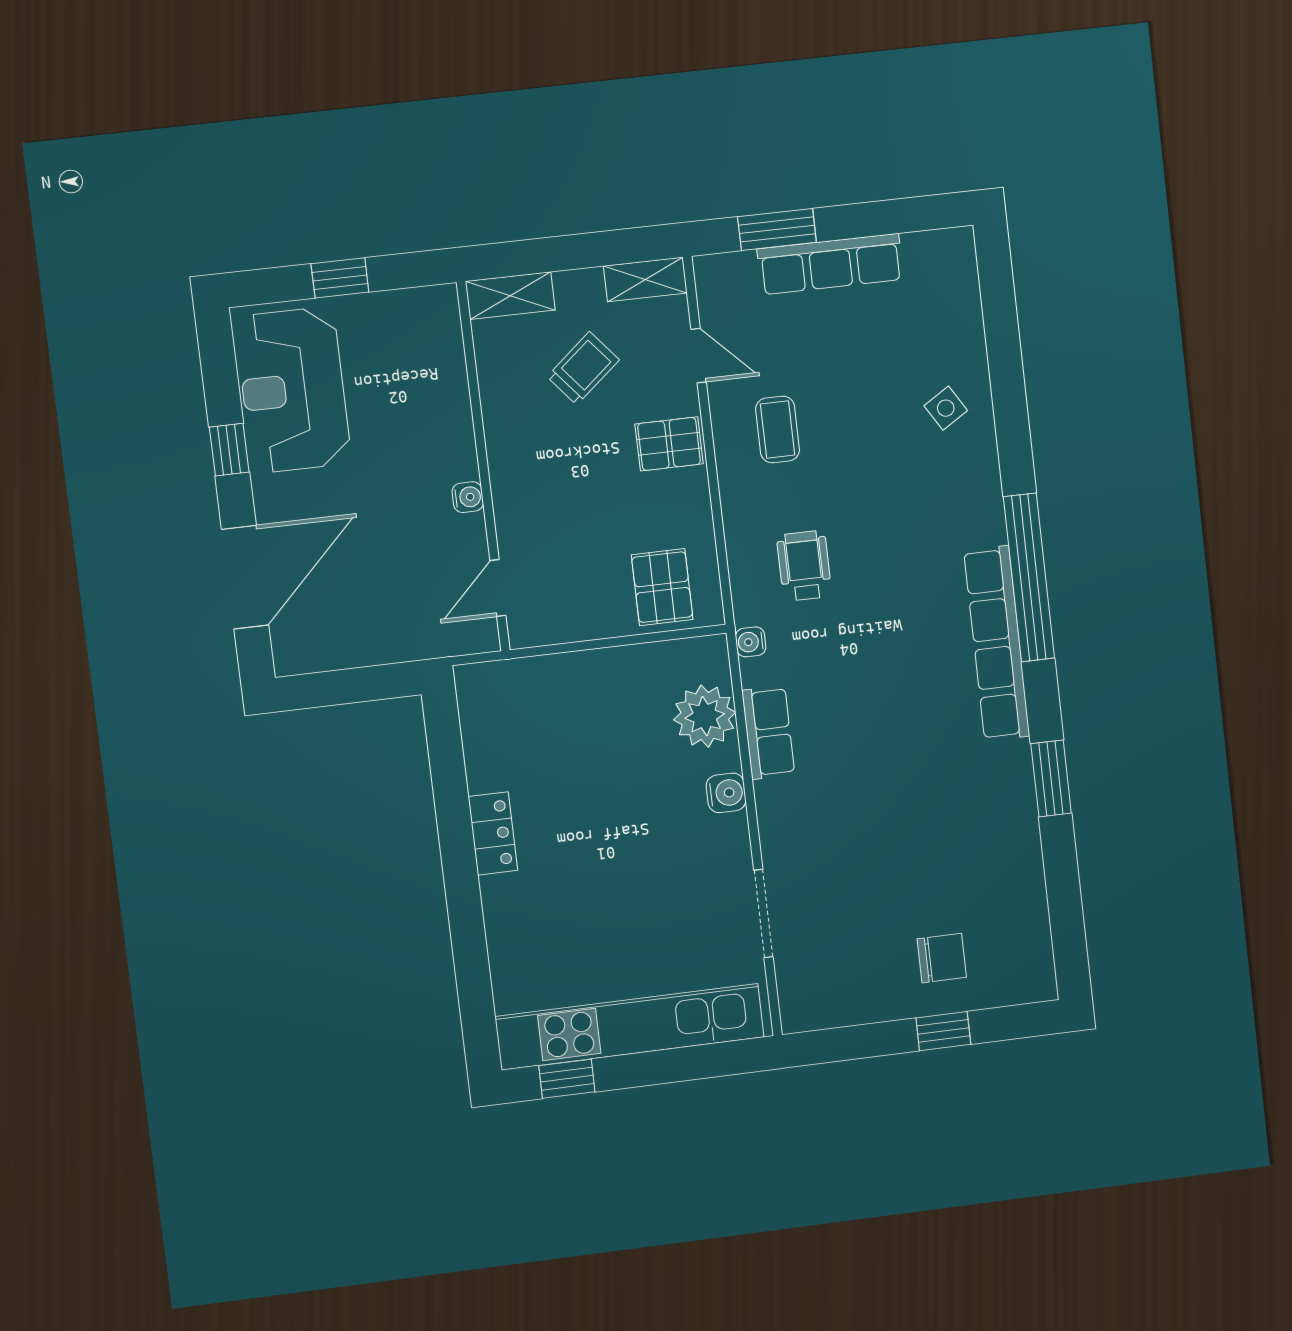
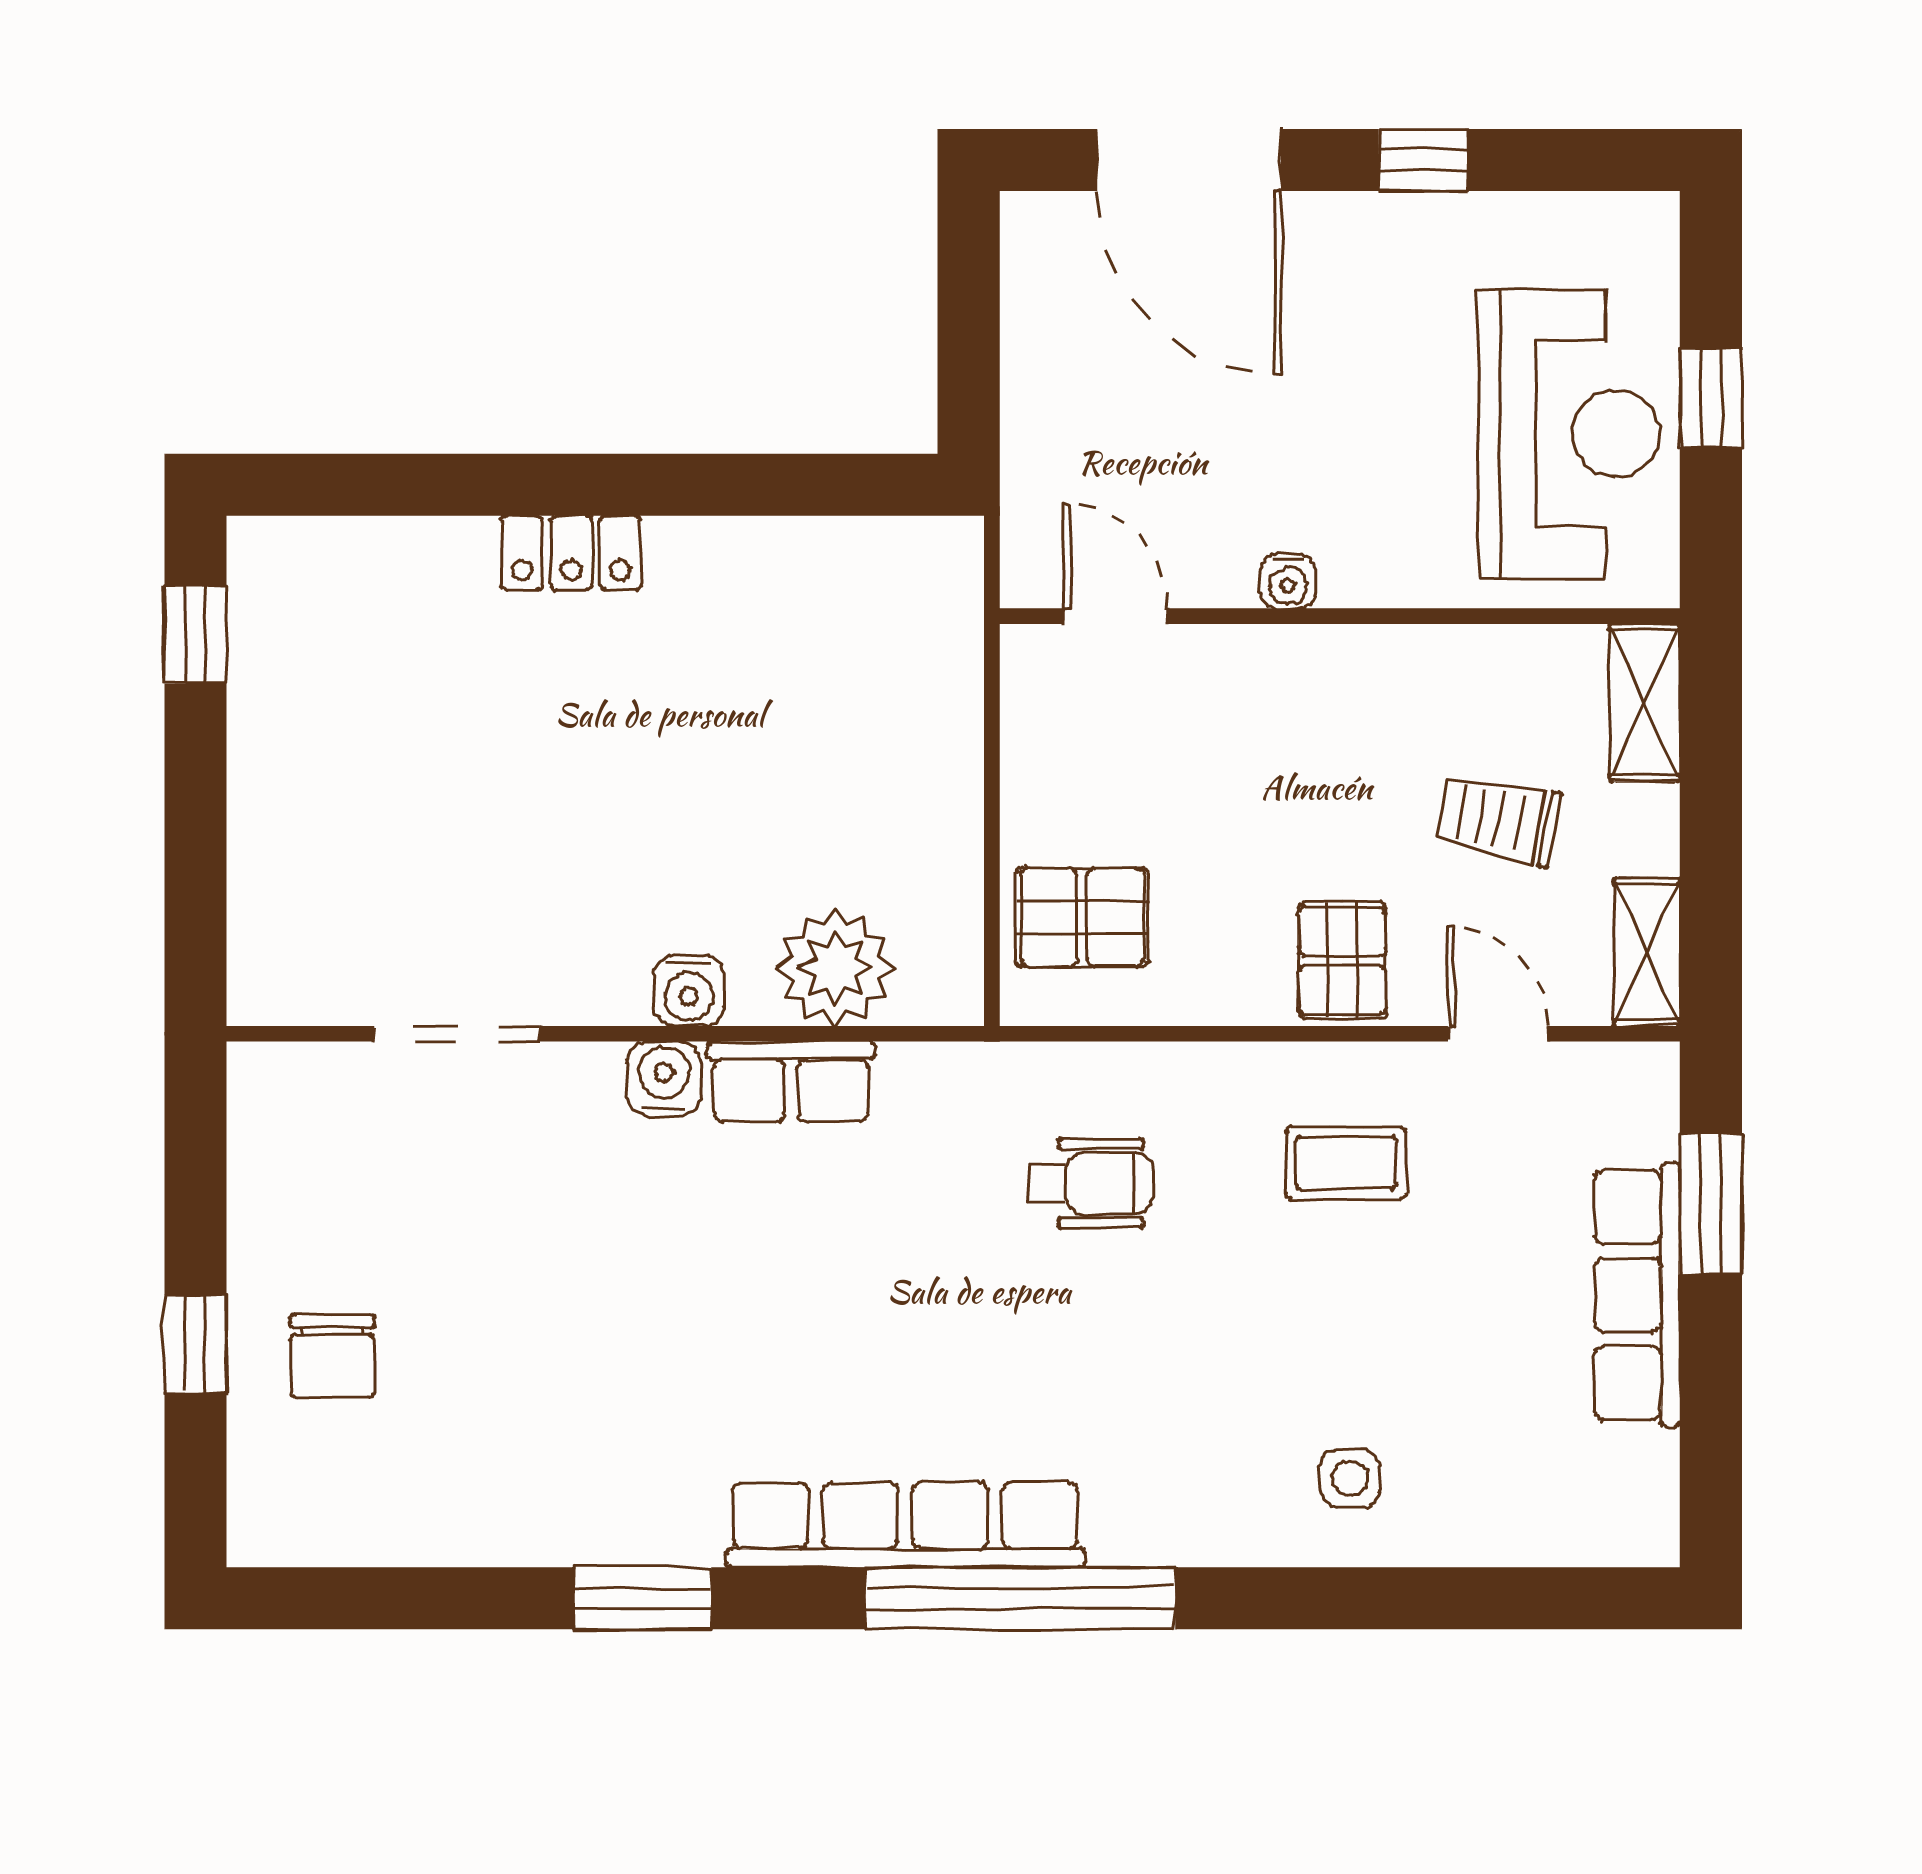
door: (699, 356) -> (1498, 1034), swing flipped
trolley: (583, 368) -> (1498, 820), turned 141
reception desk: (293, 390) -> (1569, 434), moved, turned 90
side table: (946, 408) -> (1350, 1478), turned 32
water cooler: (751, 642) -> (664, 1079), moved, width x1.38, depth x1.38
locker: (493, 833) -> (571, 553), moved
kitchen unit: (630, 1027) -> (277, 762), removed

